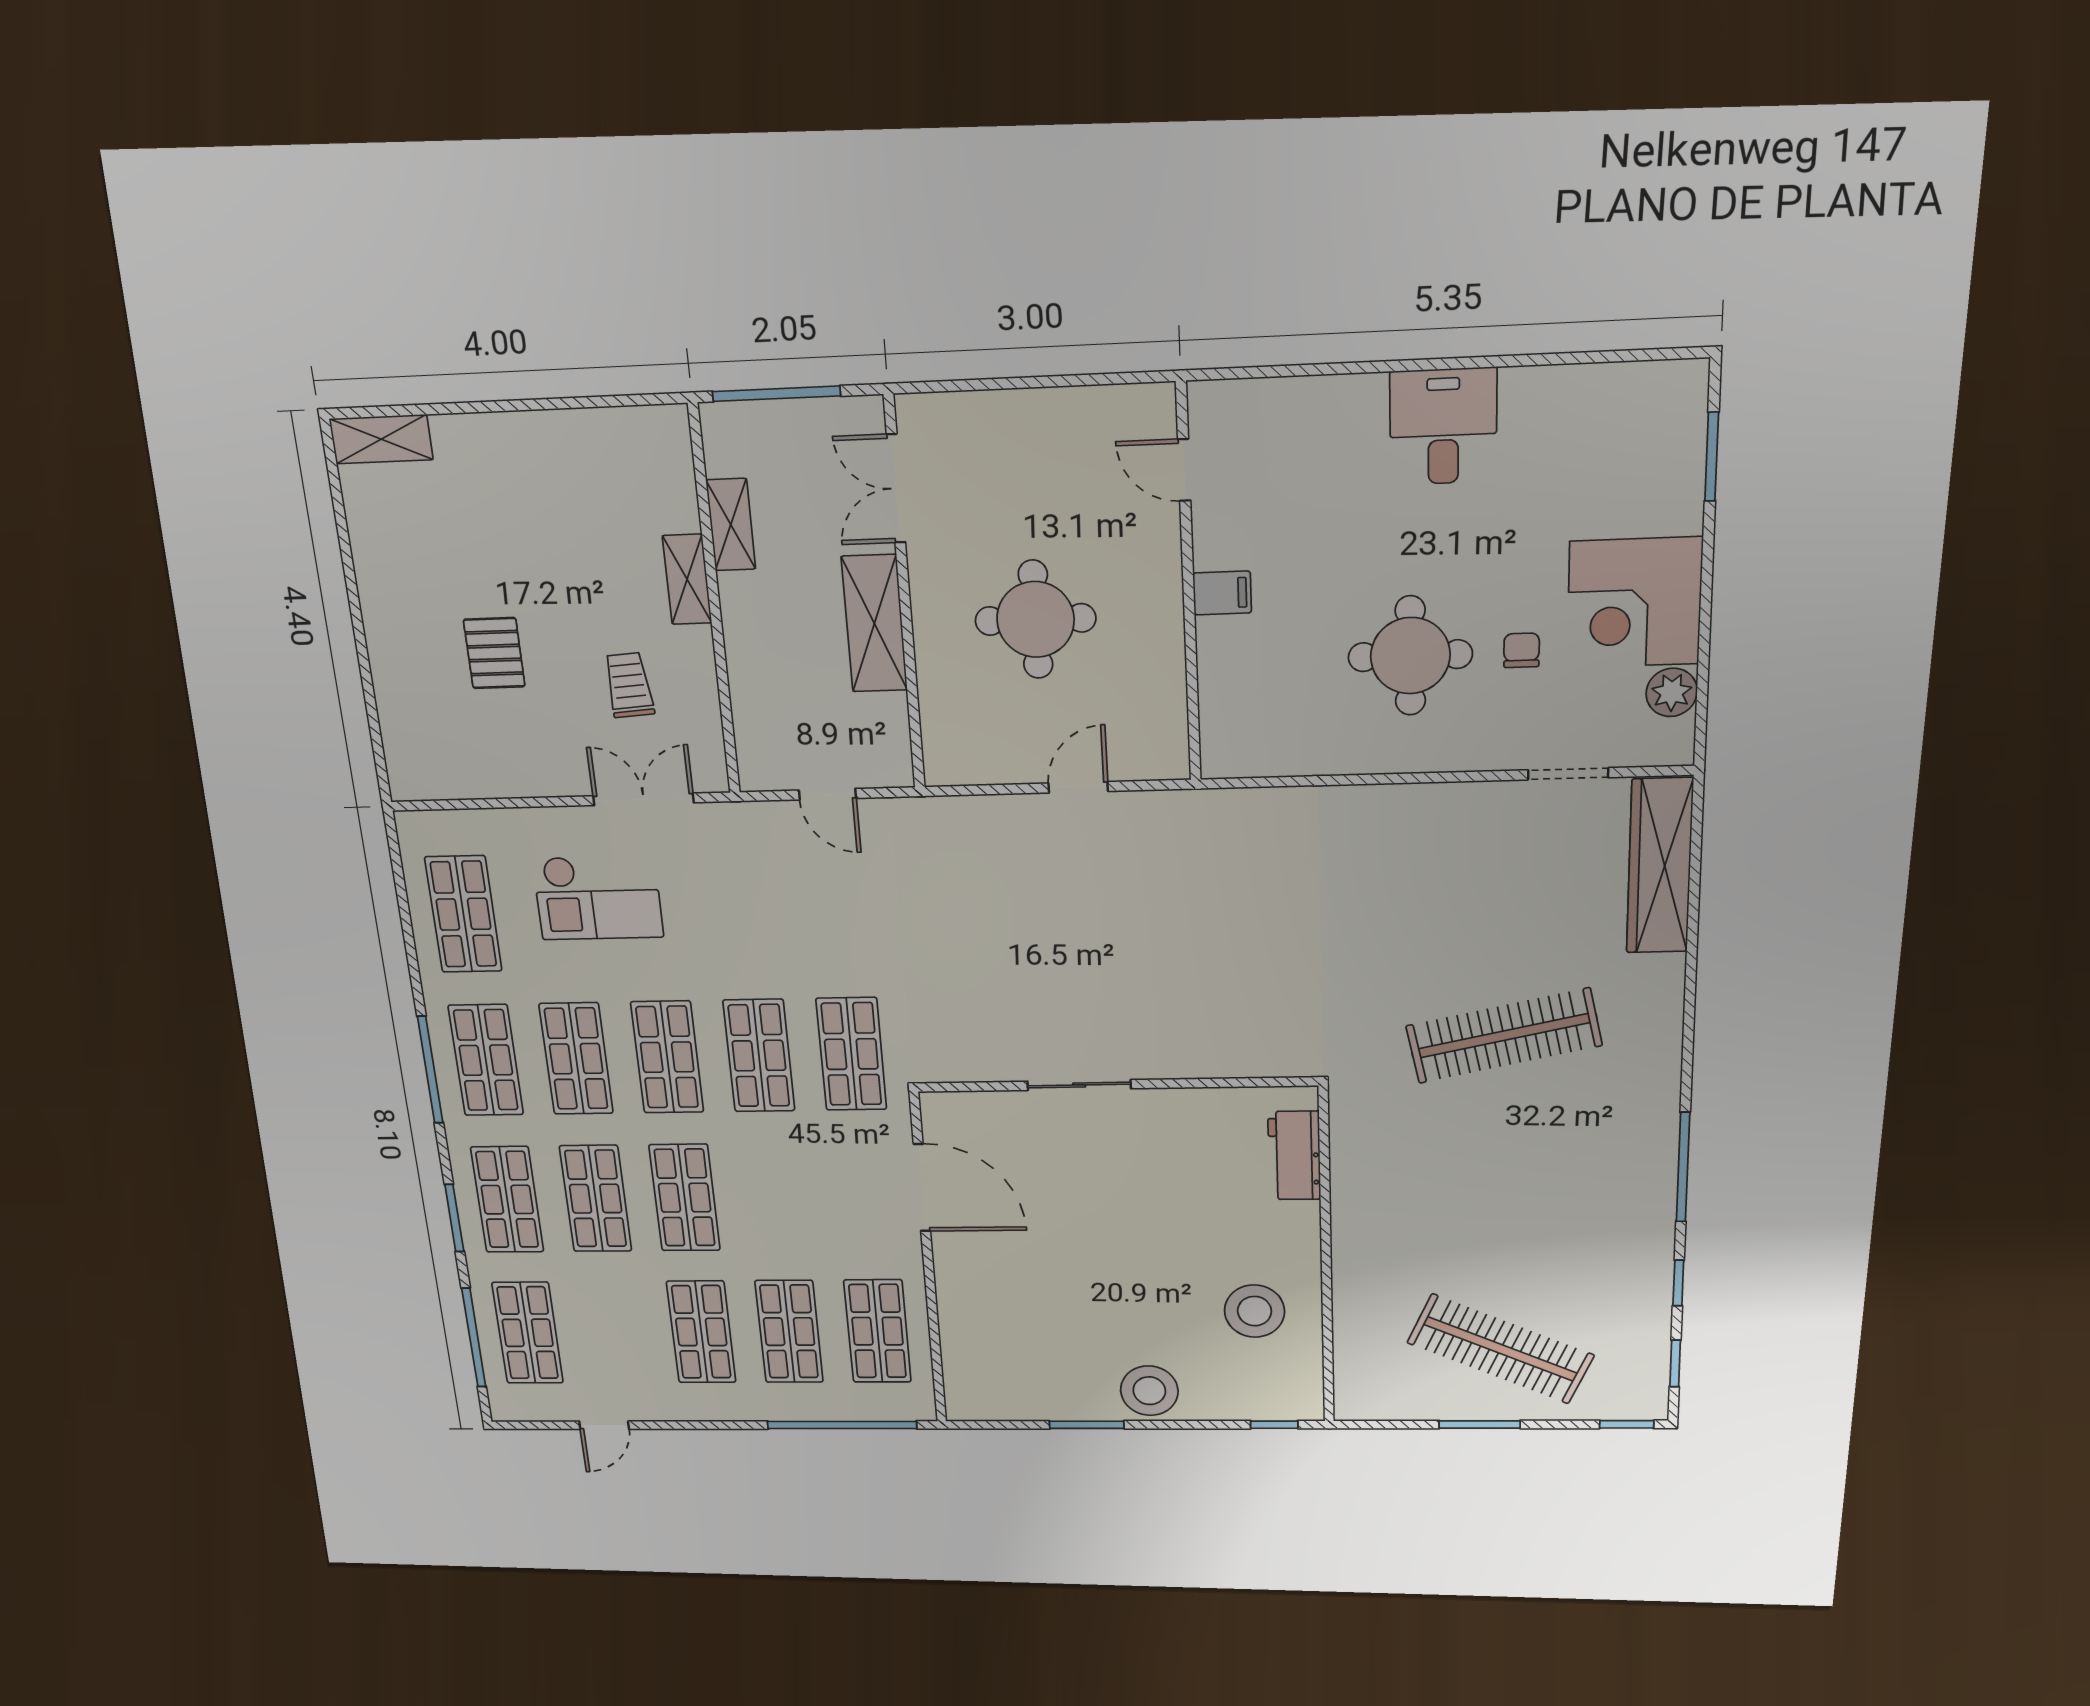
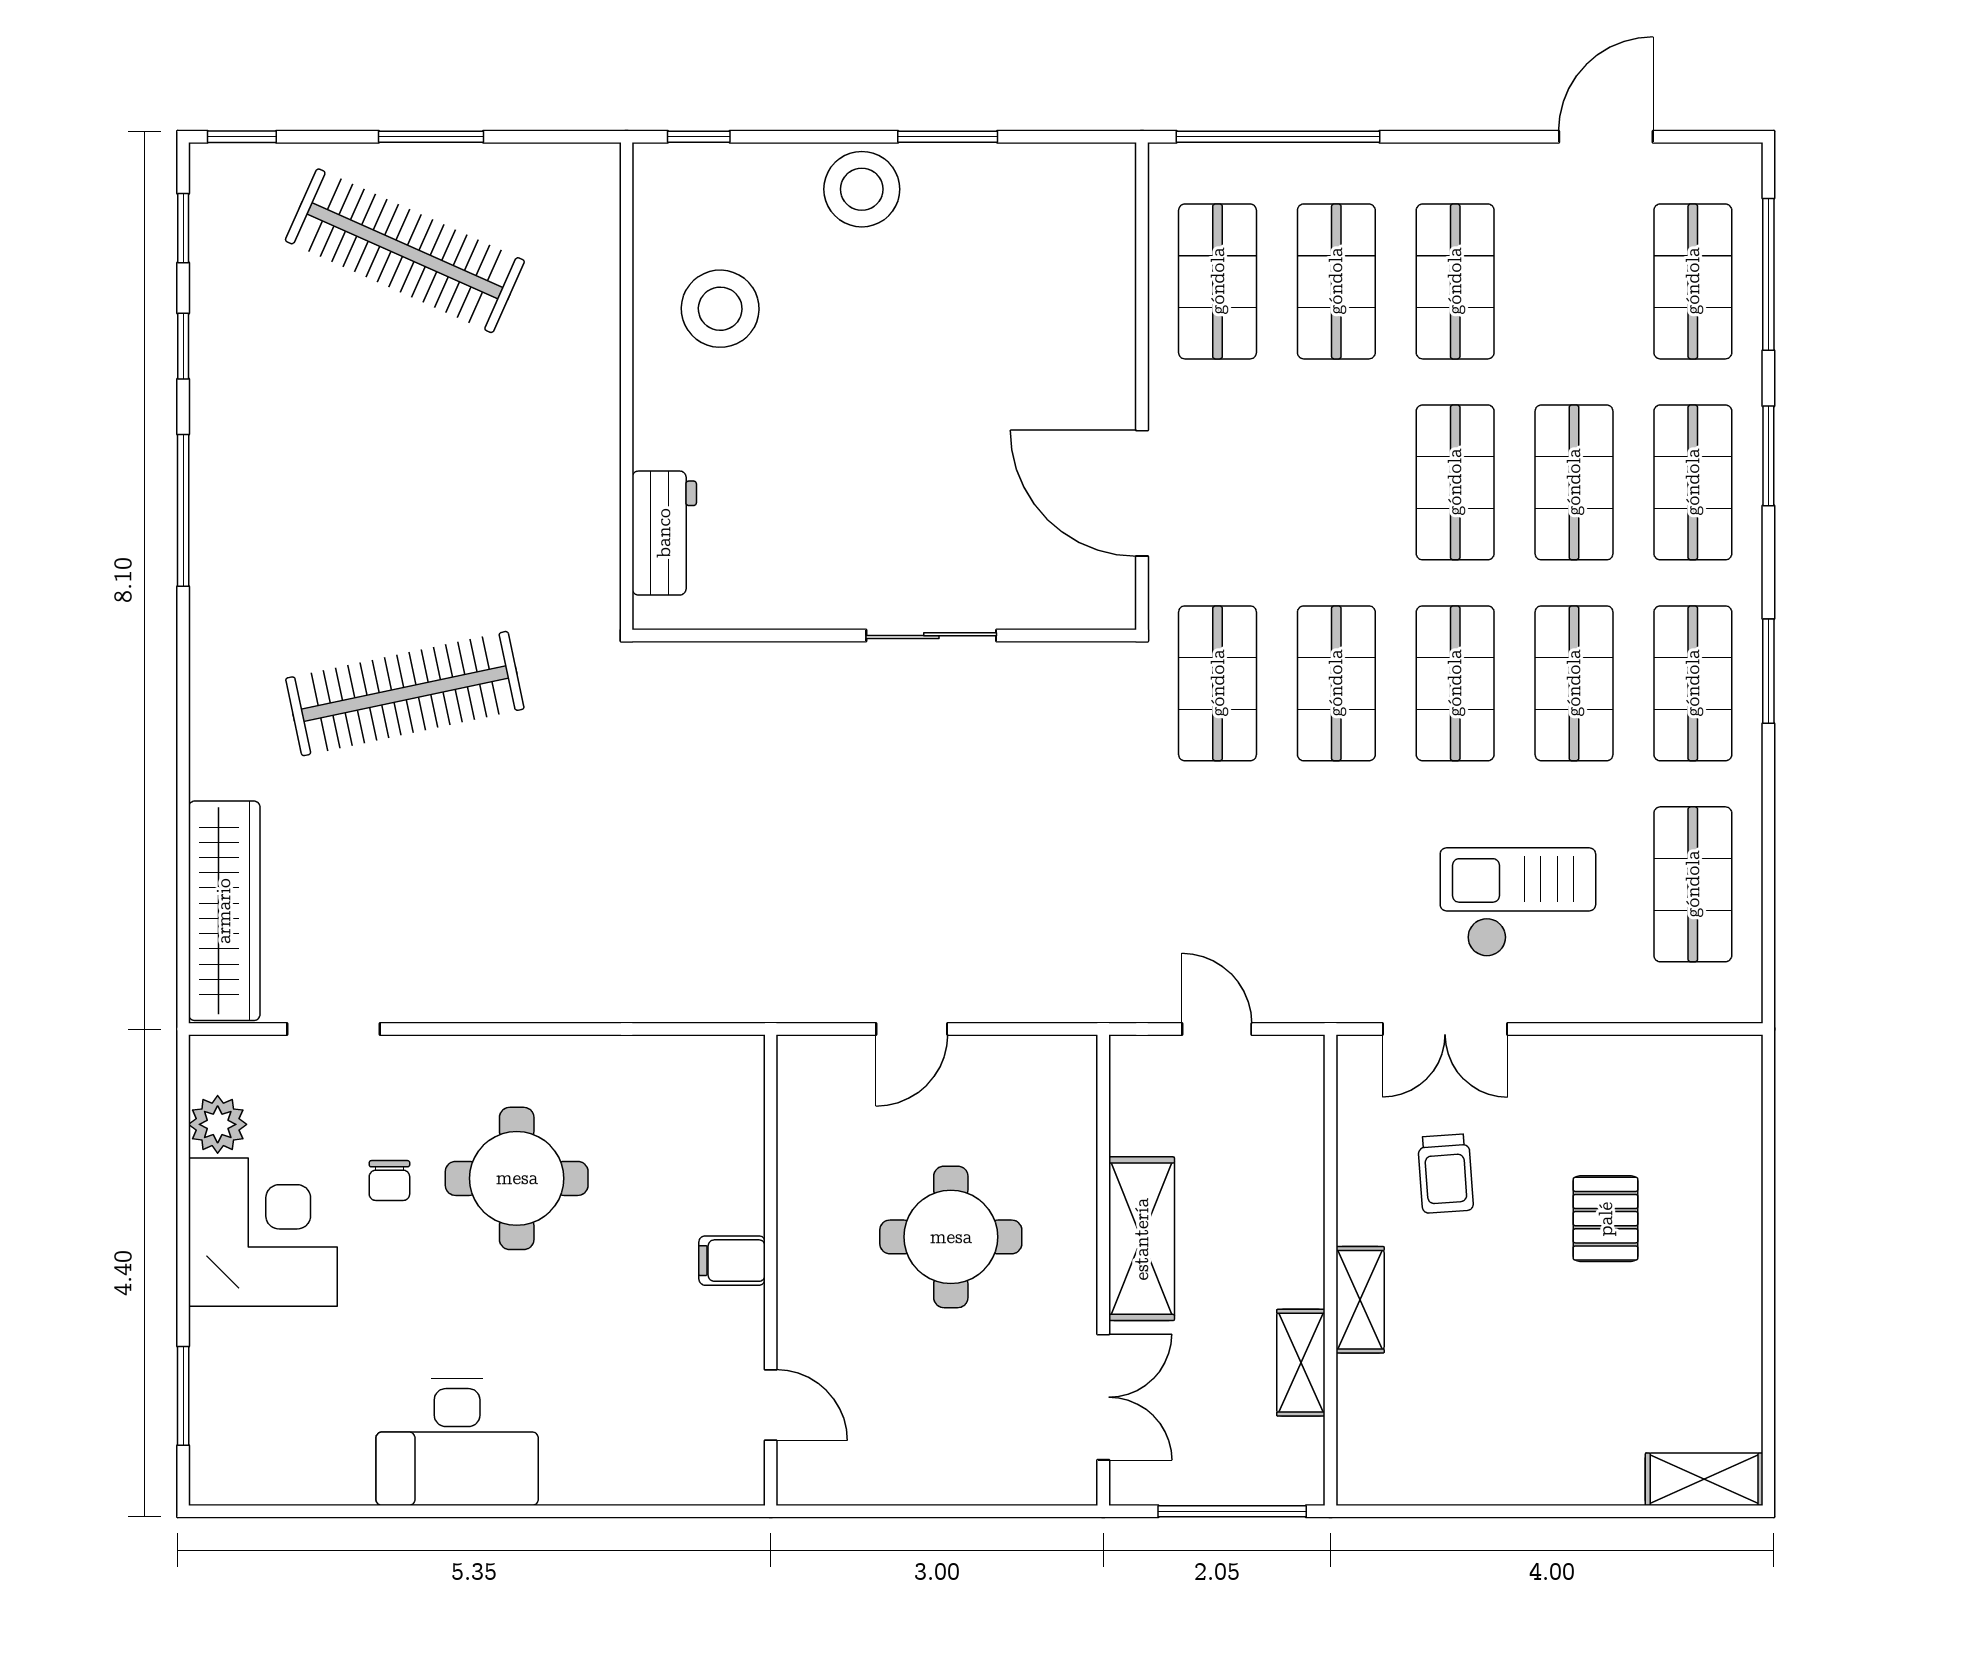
desk: (1443, 426) -> (457, 1442), width x1.37
window: (430, 1070) -> (1768, 671), width x0.69
door: (604, 1425) -> (1606, 137), width x1.38

